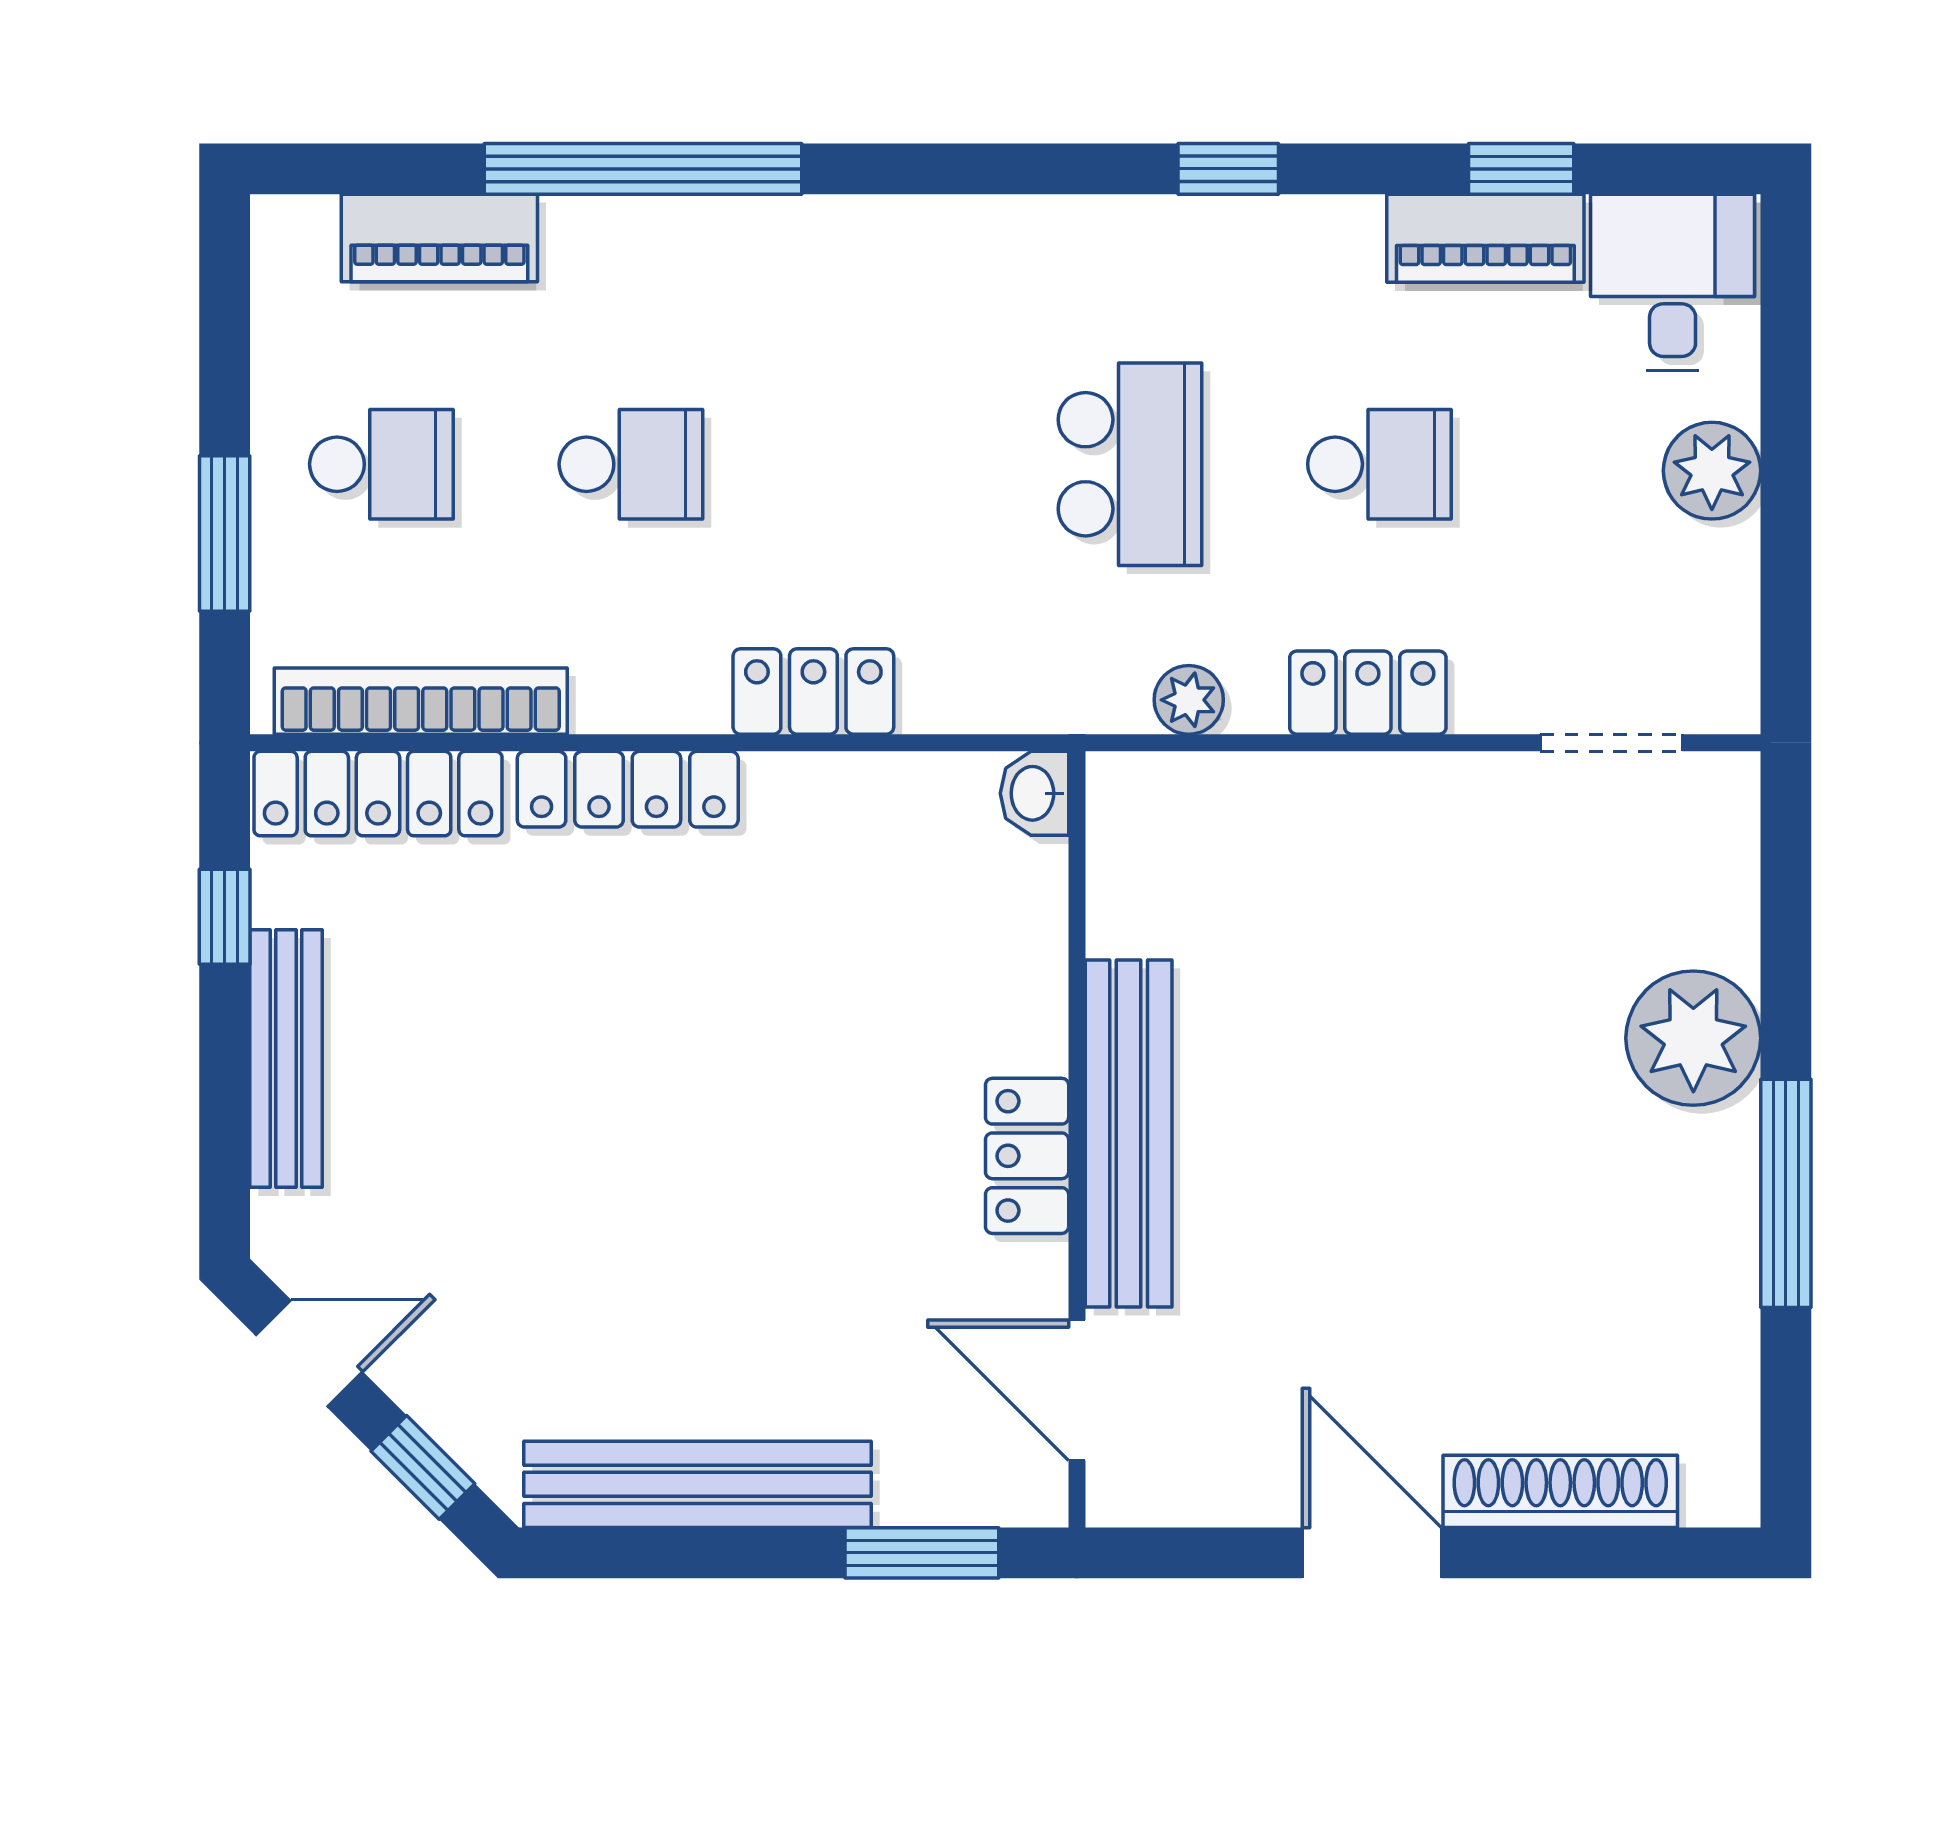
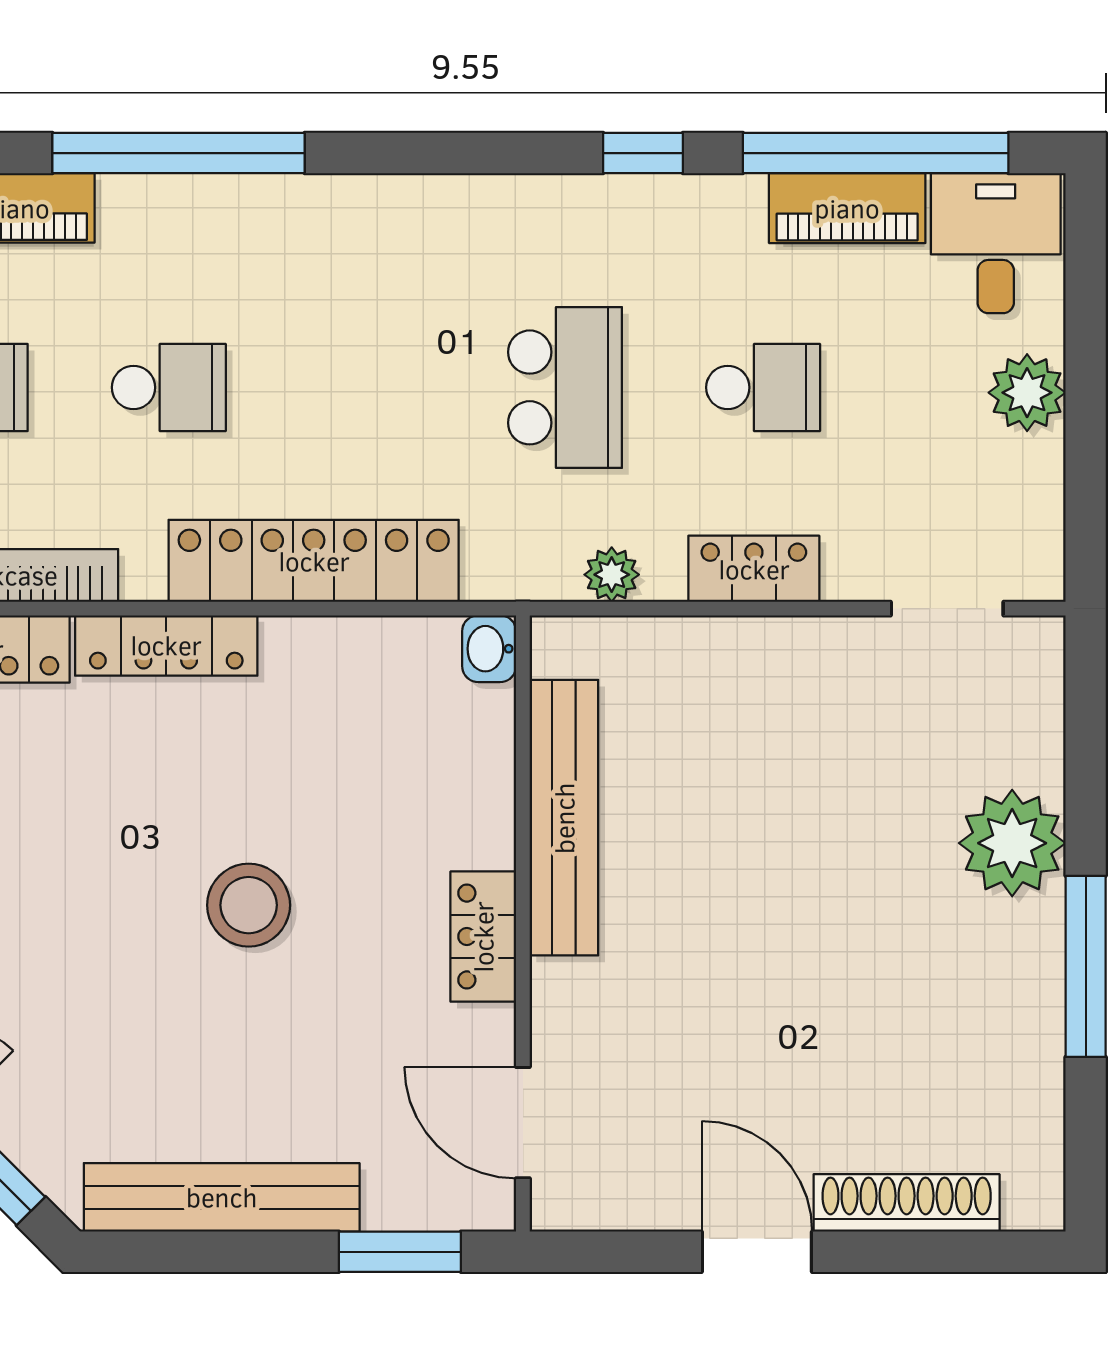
window: (1521, 169) -> (876, 153), width x3.17
locker: (813, 692) -> (314, 561), width x2.16, depth x1.21
stool: (731, 1116) -> (249, 905), added
bench: (1129, 1133) -> (564, 818), moved

